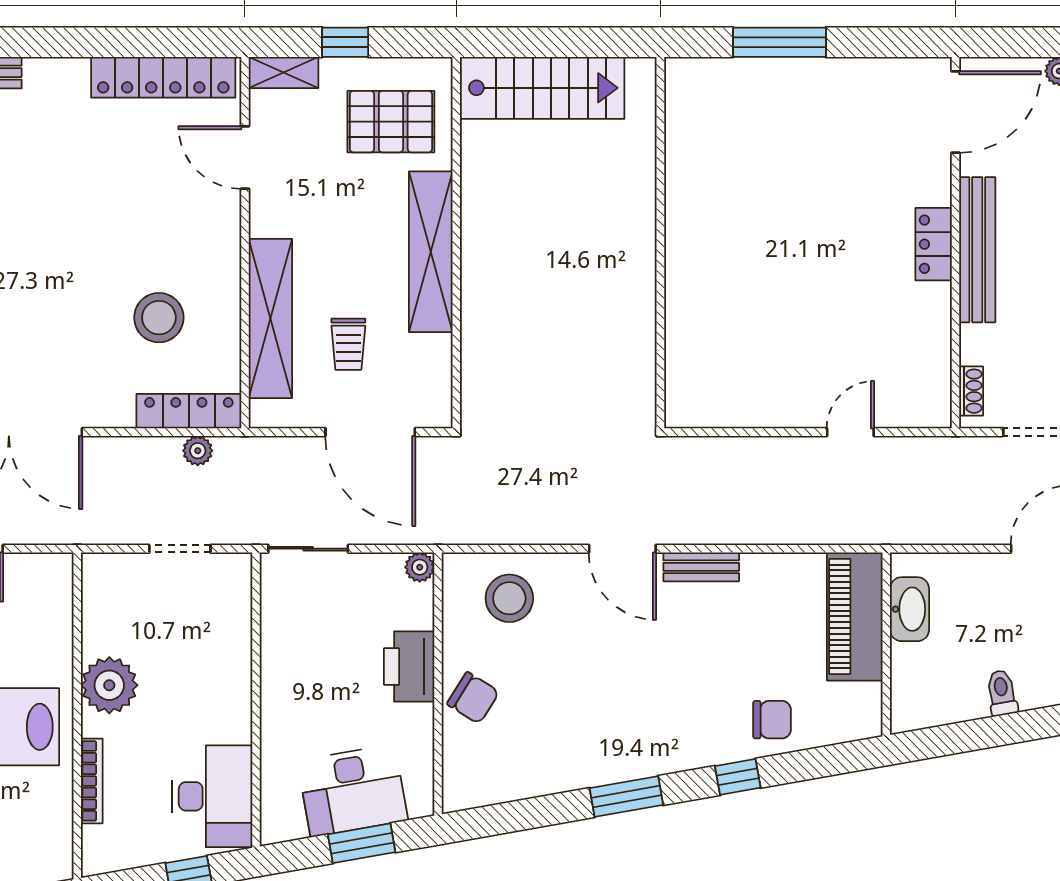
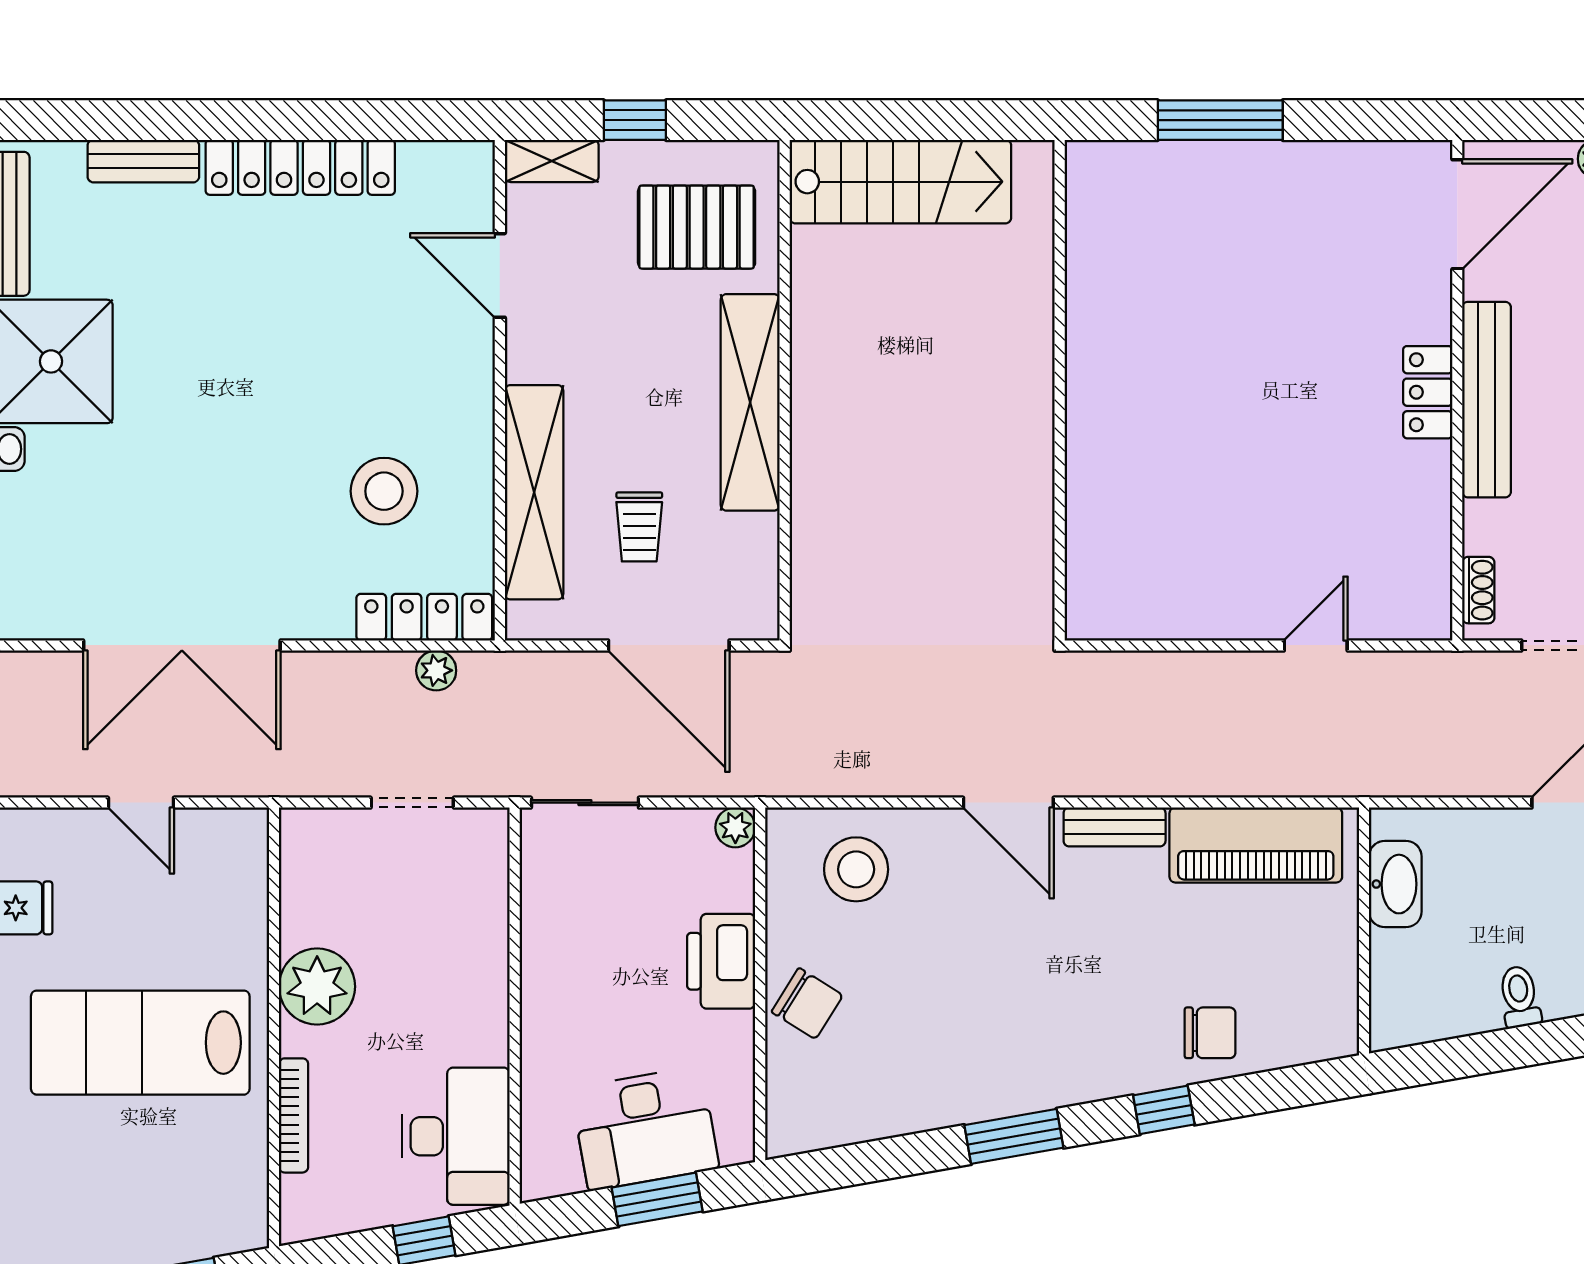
locker: (163, 77) -> (300, 167), moved
piano: (855, 616) -> (1256, 845), moved, turned -90

